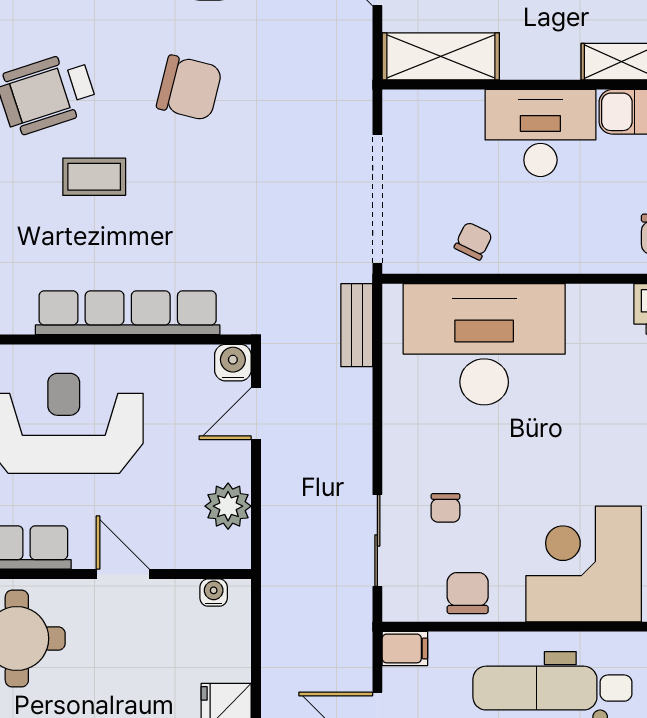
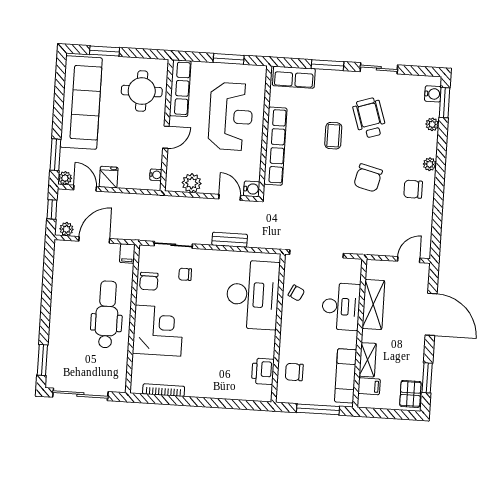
shelving: (441, 56) -> (373, 304), moved
desk: (540, 133) -> (341, 307), moved
bench: (357, 325) -> (230, 240), moved
chair: (468, 593) -> (149, 281), turned 90

